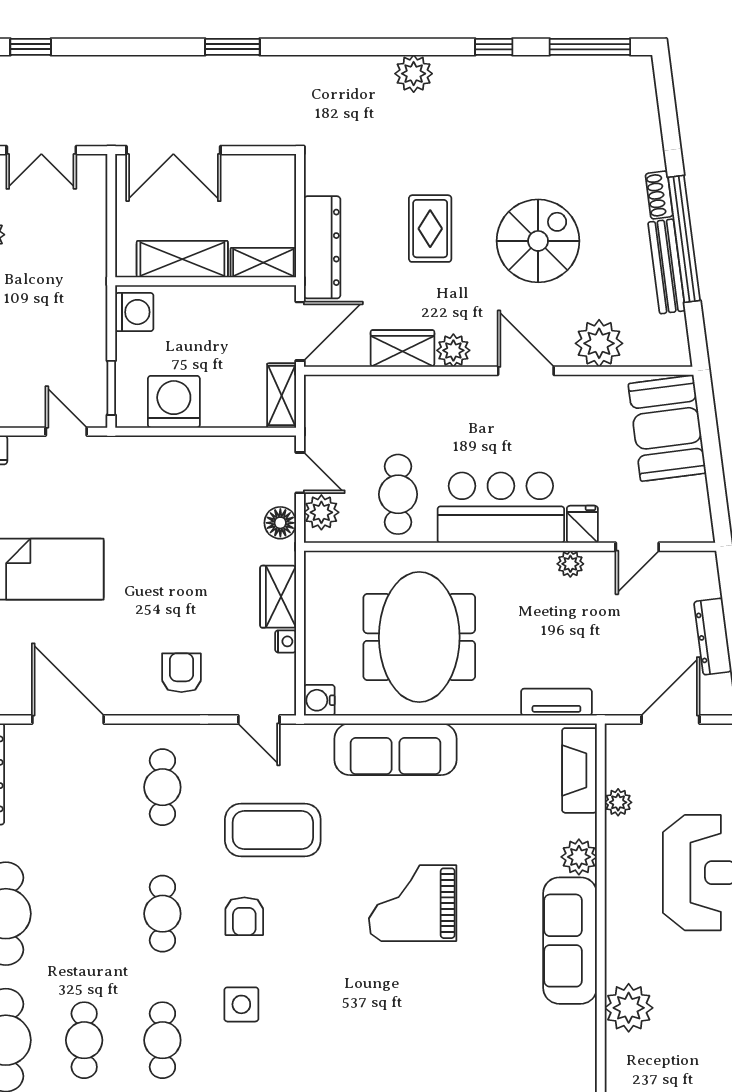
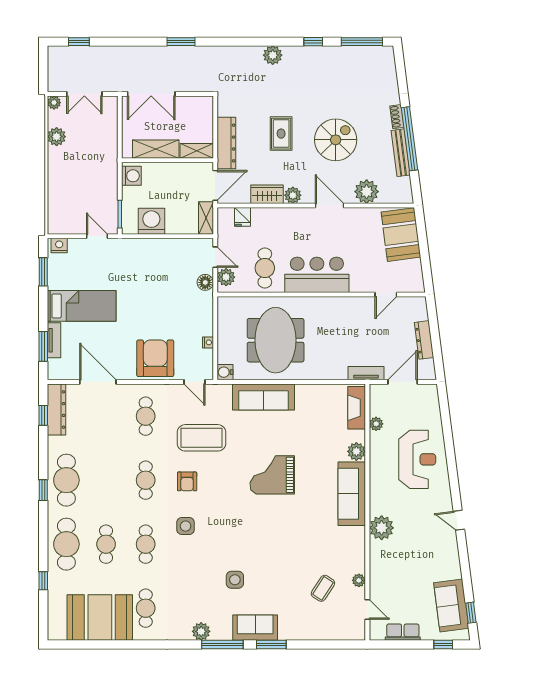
fridge: (582, 524) -> (243, 217), moved, turned 180
plant: (570, 564) -> (352, 303), removed
wardrobe: (278, 597) -> (204, 320), removed
armchair: (181, 673) -> (155, 358), width x1.88, depth x1.88
tv unit: (556, 702) -> (366, 373), moved

